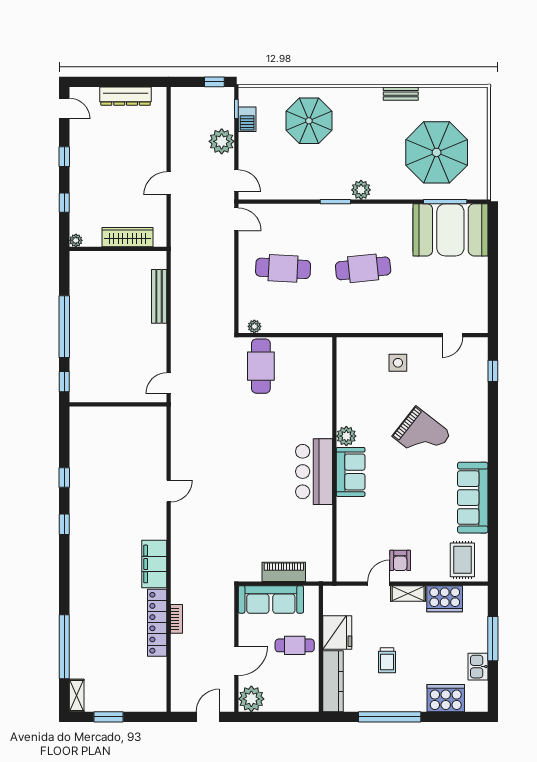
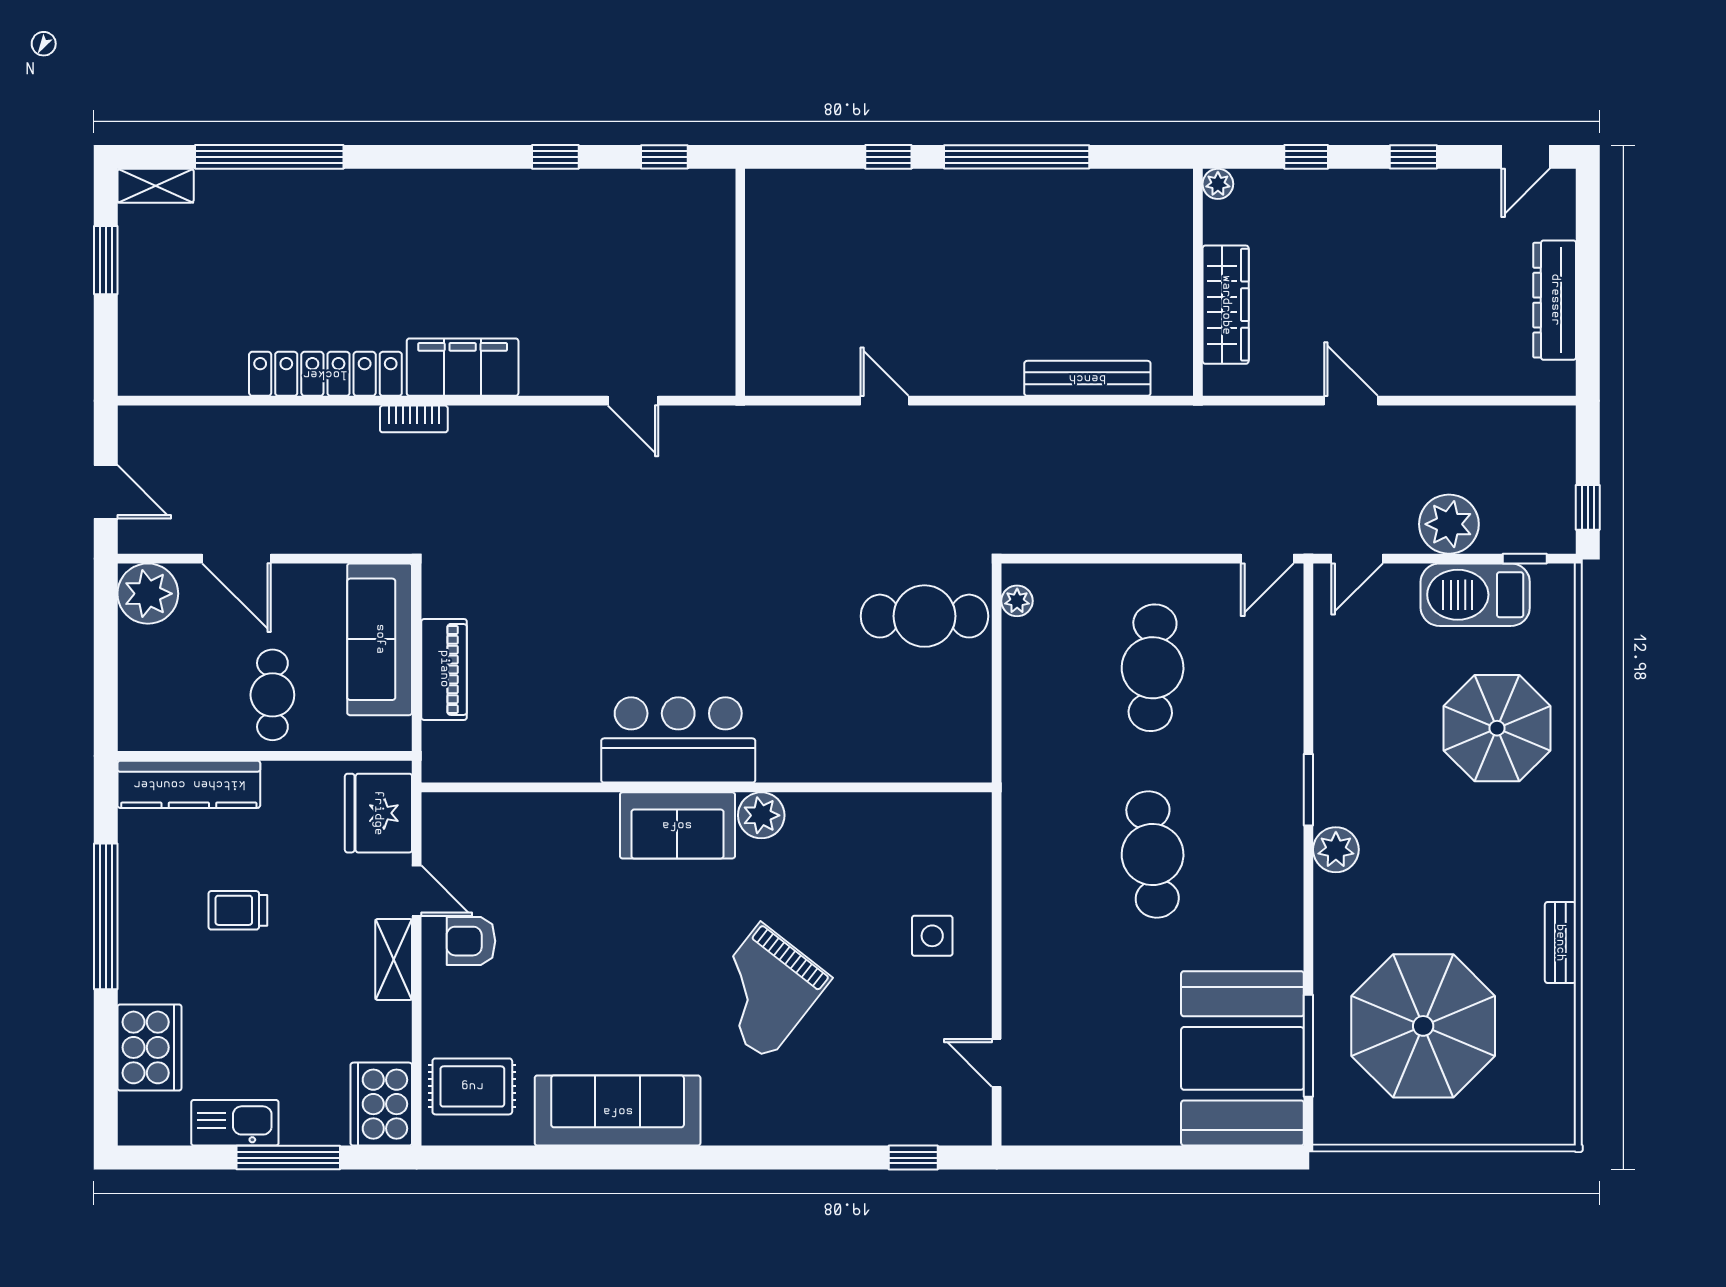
barbecue: (247, 119) -> (1475, 595), width x1.88, depth x1.53
wall: (118, 404) -> (740, 282), moved
cooker: (445, 599) -> (381, 1104), moved
bookcase: (176, 619) -> (414, 419), moved
fridge: (337, 632) -> (378, 813), moved, turned 90
kitchen sink: (478, 667) -> (235, 1123), width x1.38

